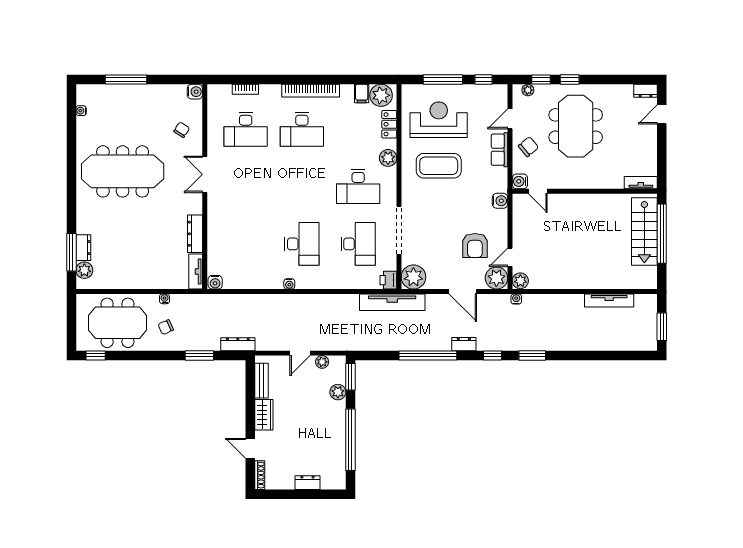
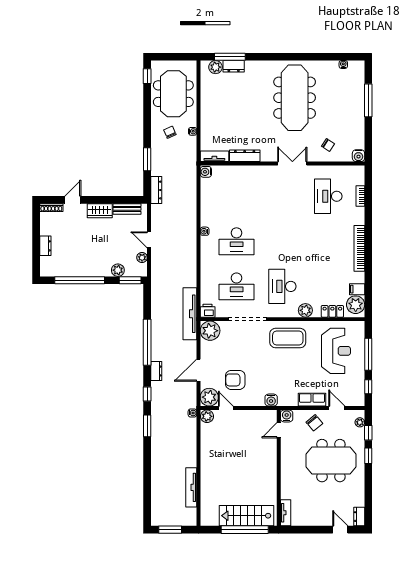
desk: (302, 129) -> (328, 241), removed
coffee table: (439, 166) -> (288, 338), moved, turned 90

